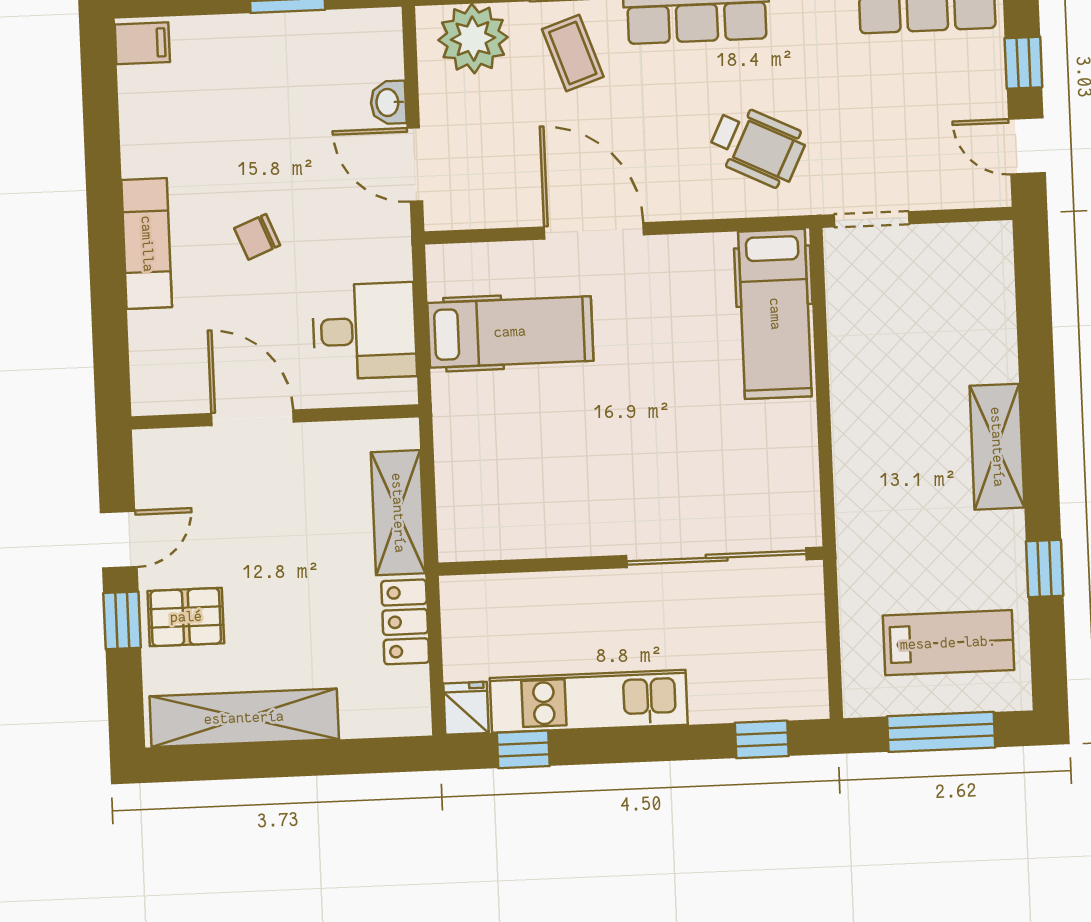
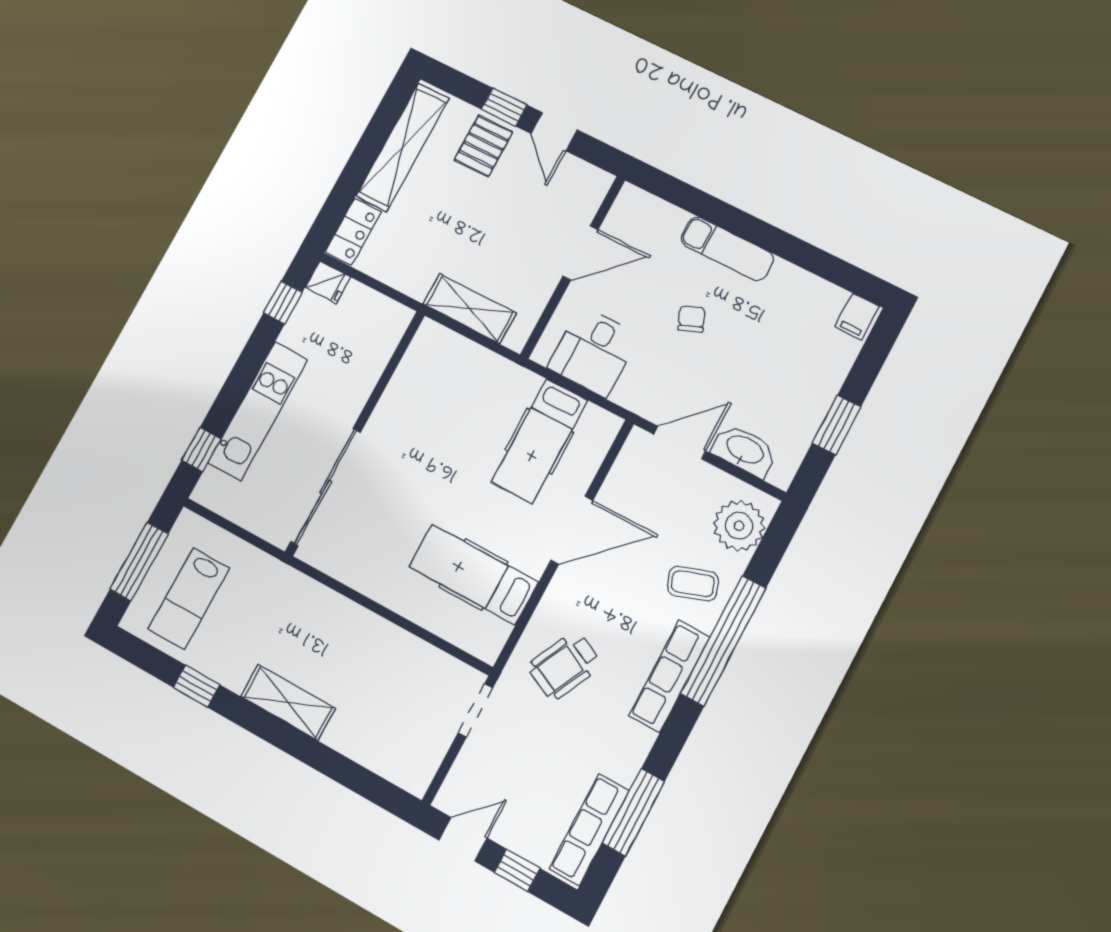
washbasin: (388, 102) -> (745, 450), width x1.91, depth x1.45
hospital bed: (775, 314) -> (473, 574), moved
locker: (405, 622) -> (353, 232), moved, turned 90
kitchen unit: (589, 701) -> (258, 411), moved

